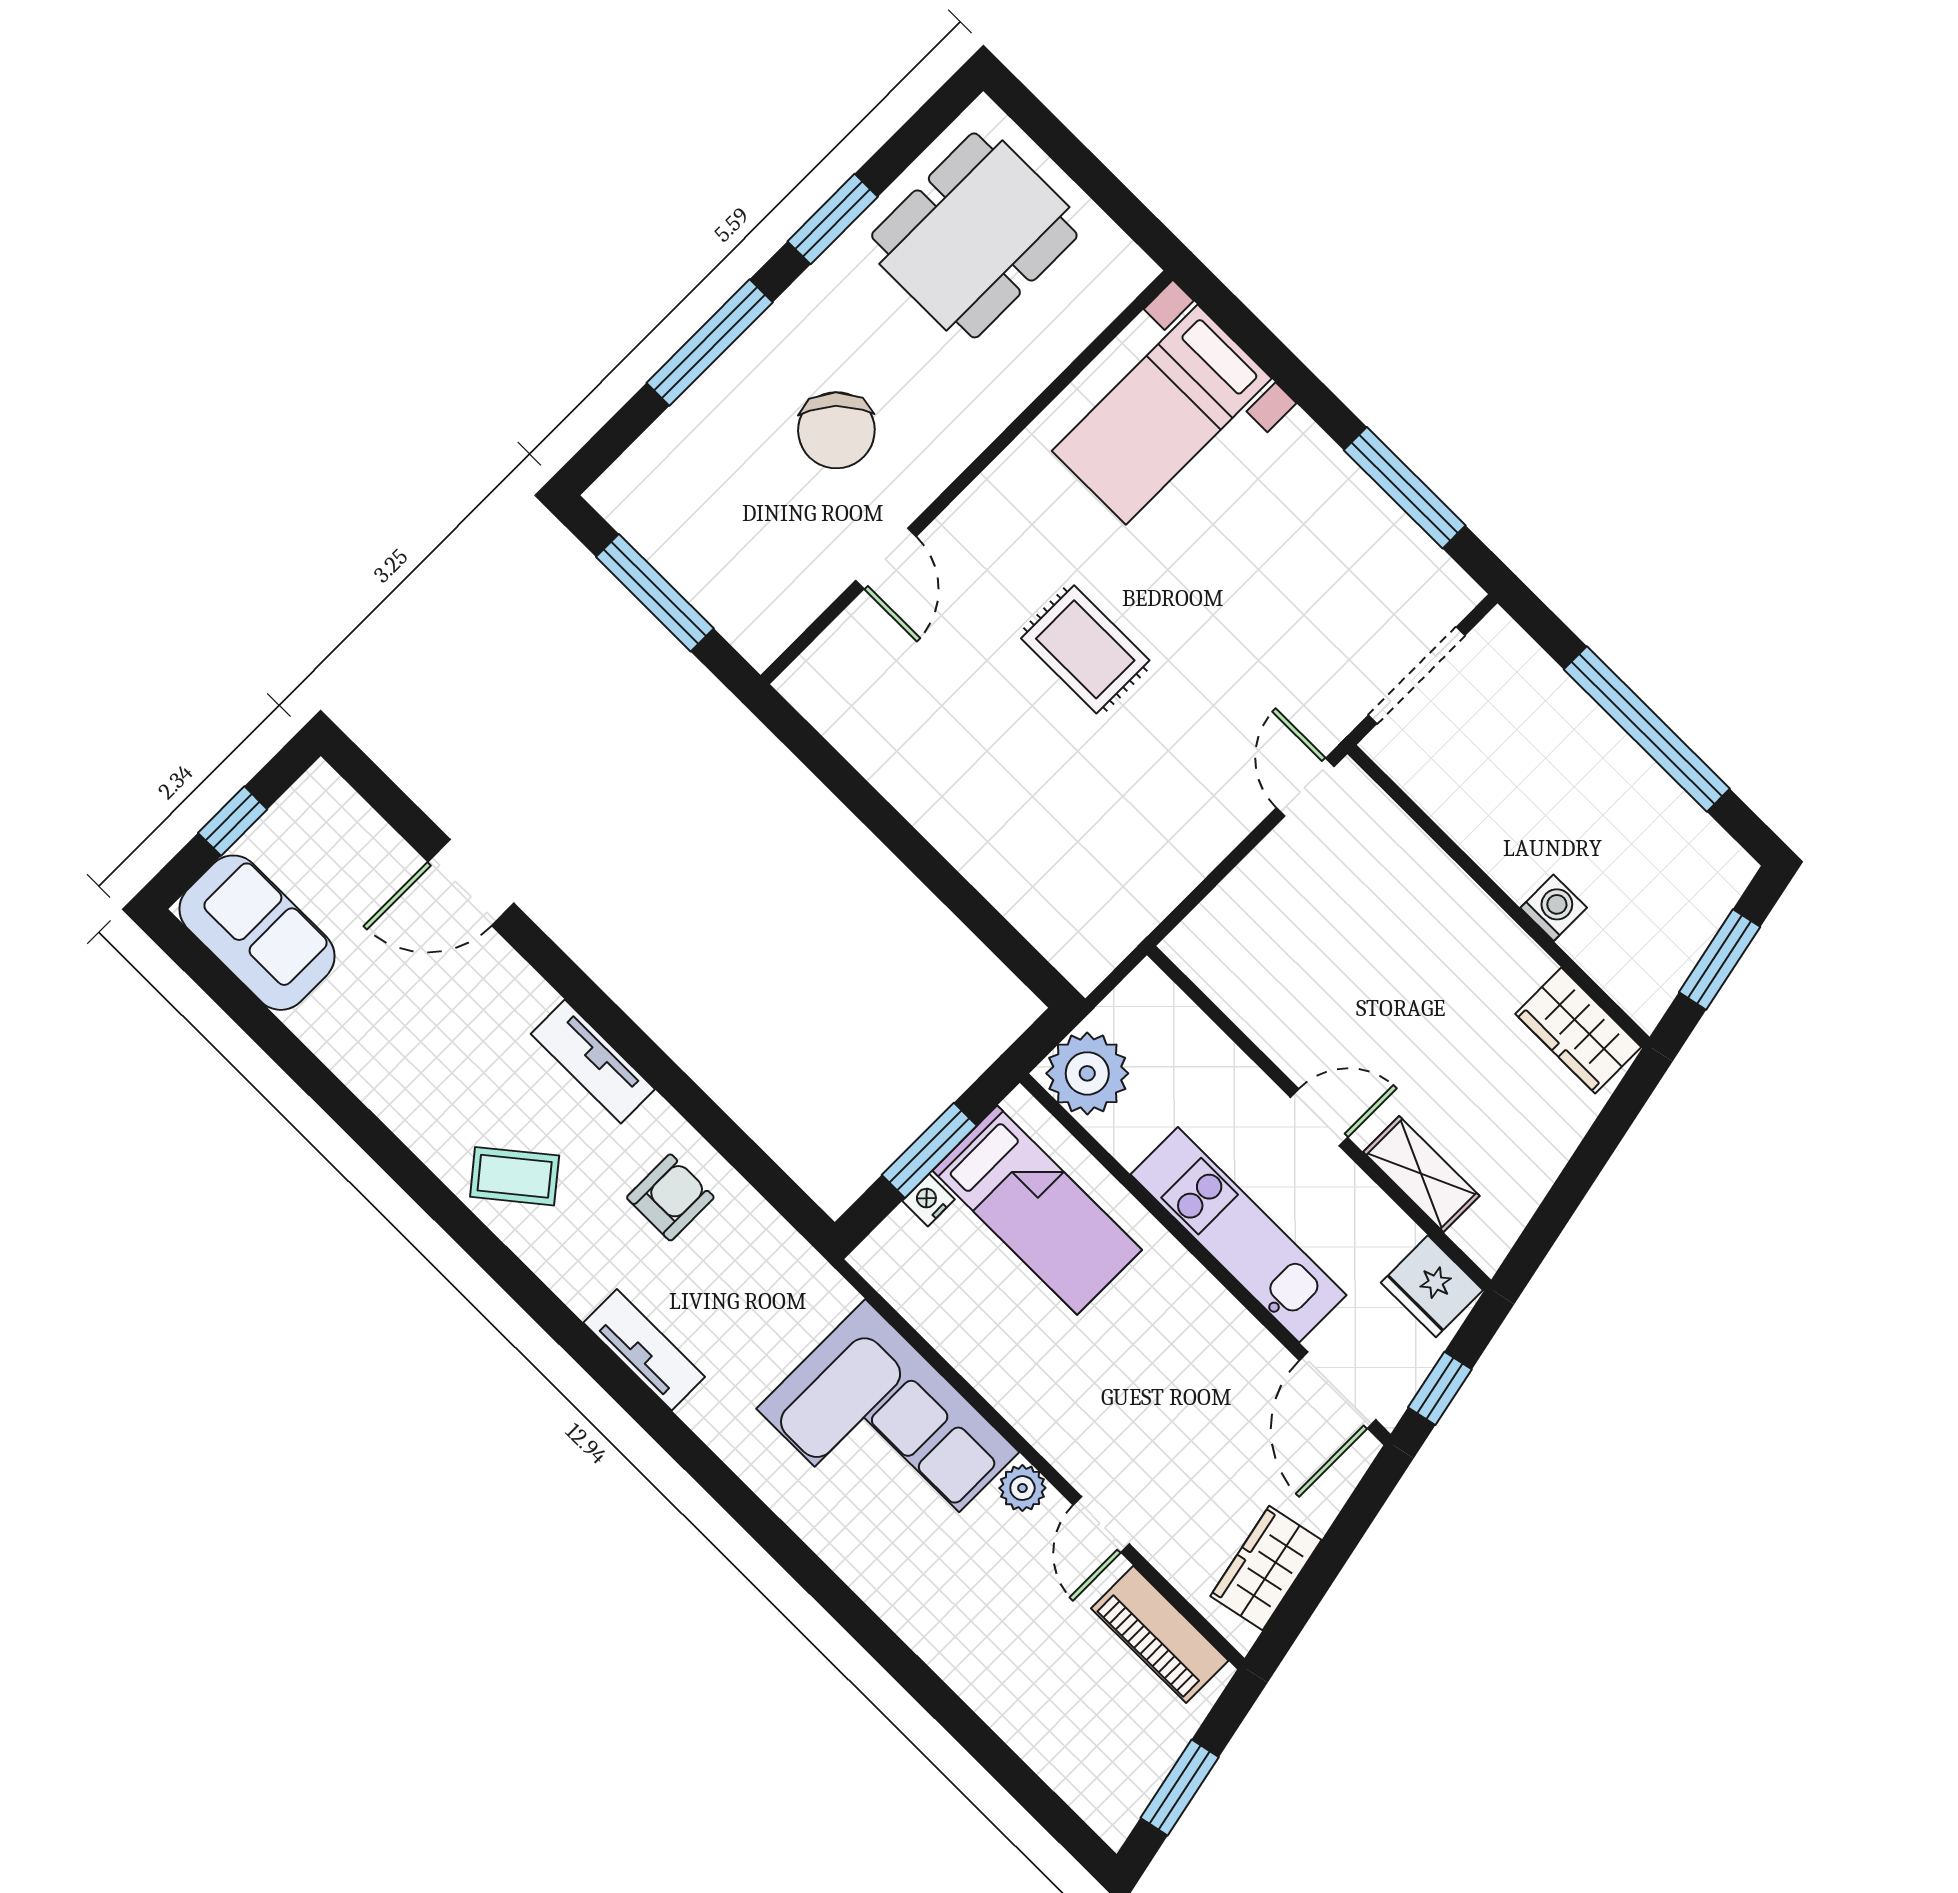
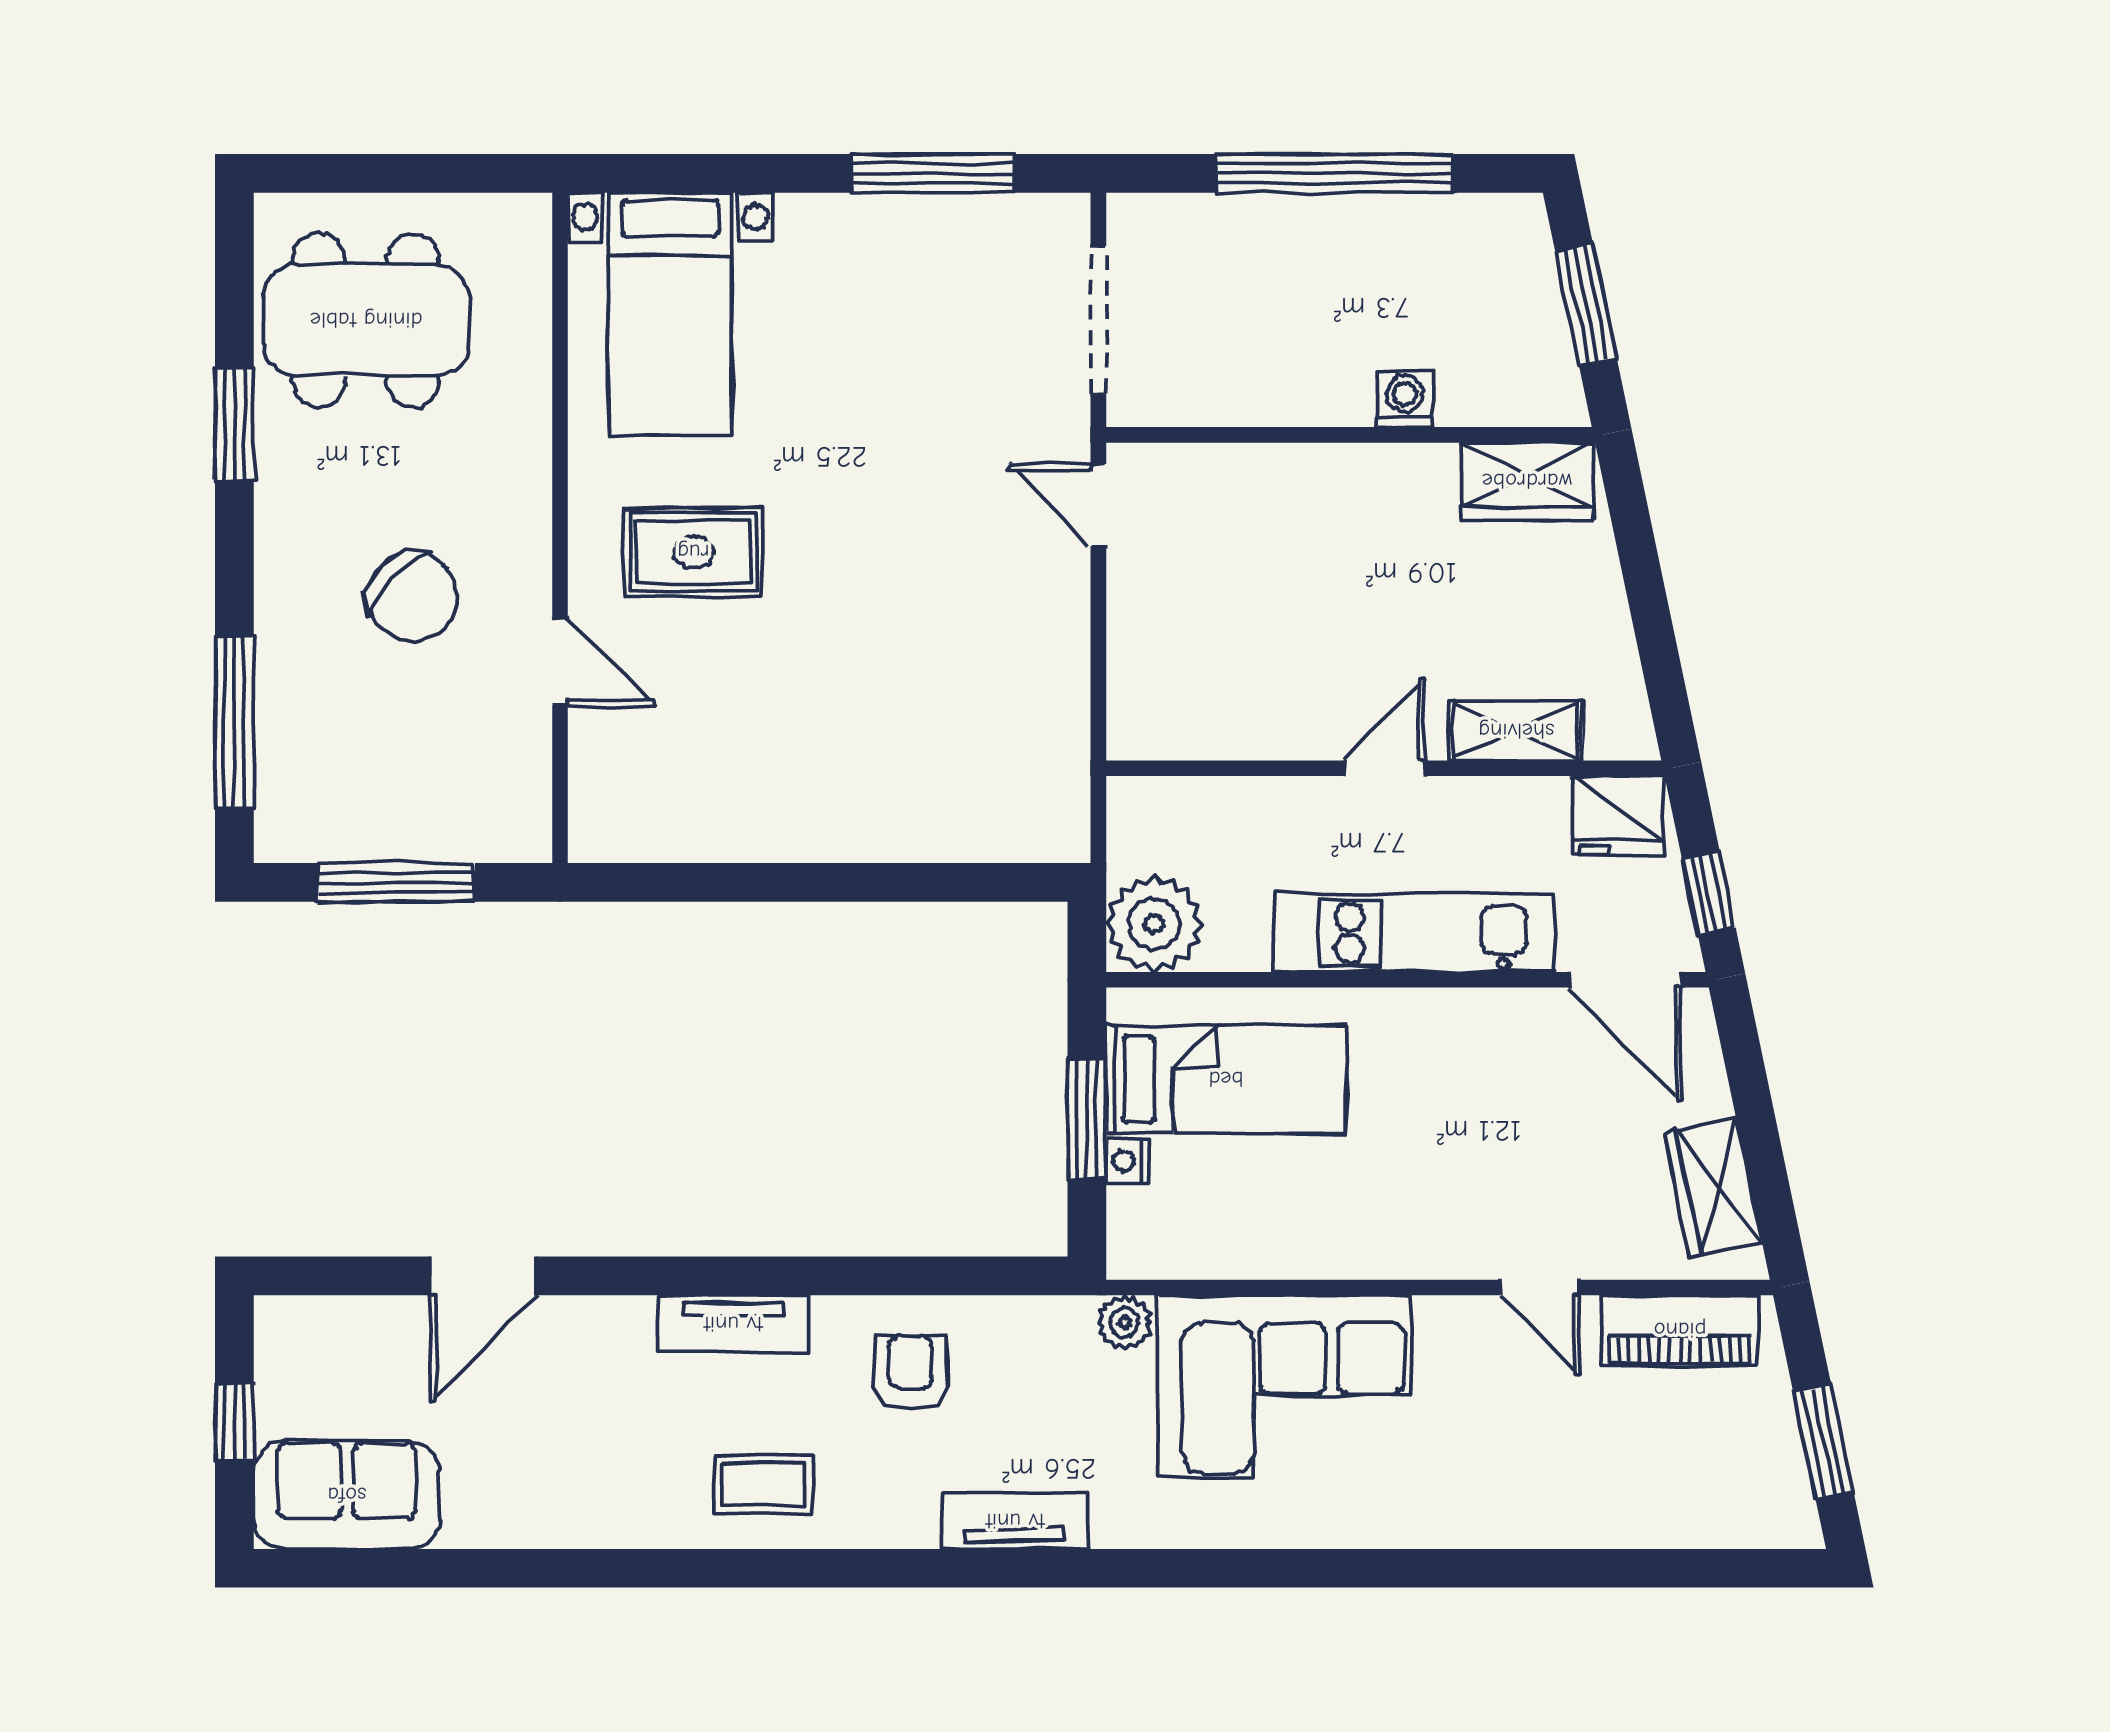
dining table: (974, 235) -> (366, 320), turned 90
window: (710, 343) -> (234, 723), moved
rug: (1085, 649) -> (693, 552), moved
coffee table: (515, 1176) -> (763, 1484), turned 39
plant: (1022, 1488) -> (1124, 1322), moved

